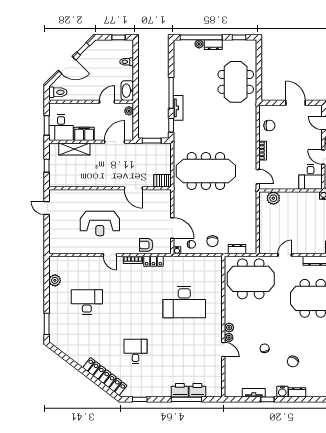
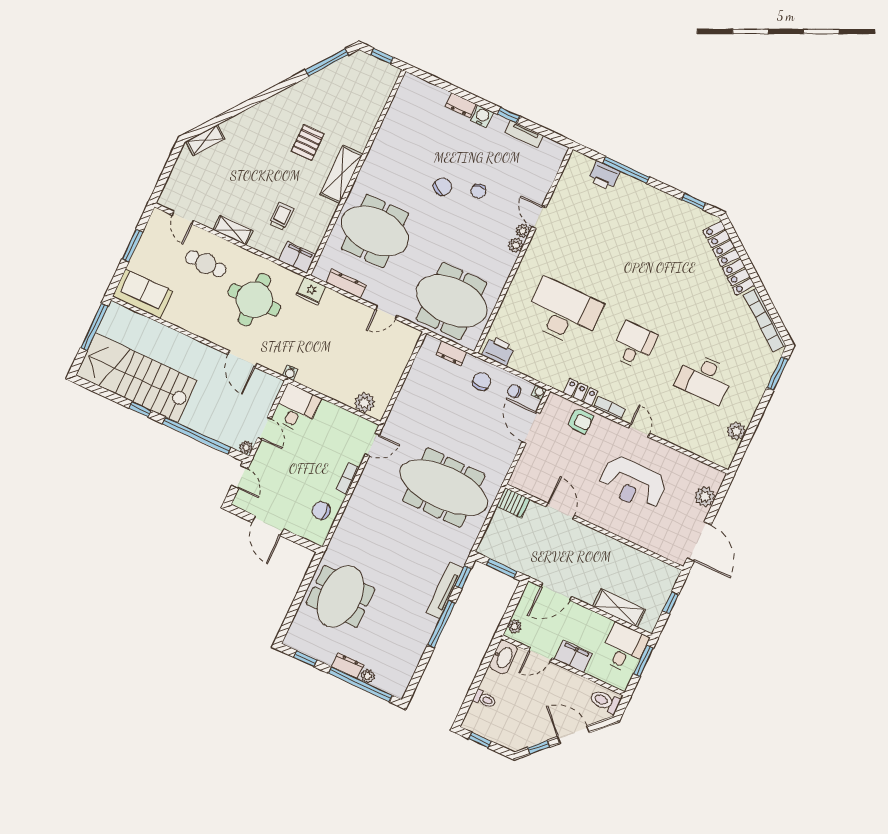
tv unit: (178, 108) -> (445, 590), width x1.41
filing cabinet: (84, 134) -> (574, 656), moved, turned 180
door: (258, 177) -> (372, 444), swing flipped
door: (47, 208) -> (699, 541), width x1.88
reception desk: (100, 223) -> (633, 483), turned 180
plant: (55, 235) -> (705, 497), added
bookcase: (68, 351) -> (765, 320), added
desk: (136, 351) -> (634, 345), moved, turned 180
chair: (293, 361) -> (443, 187), moved
printer: (180, 390) -> (498, 351), moved, turned 180

